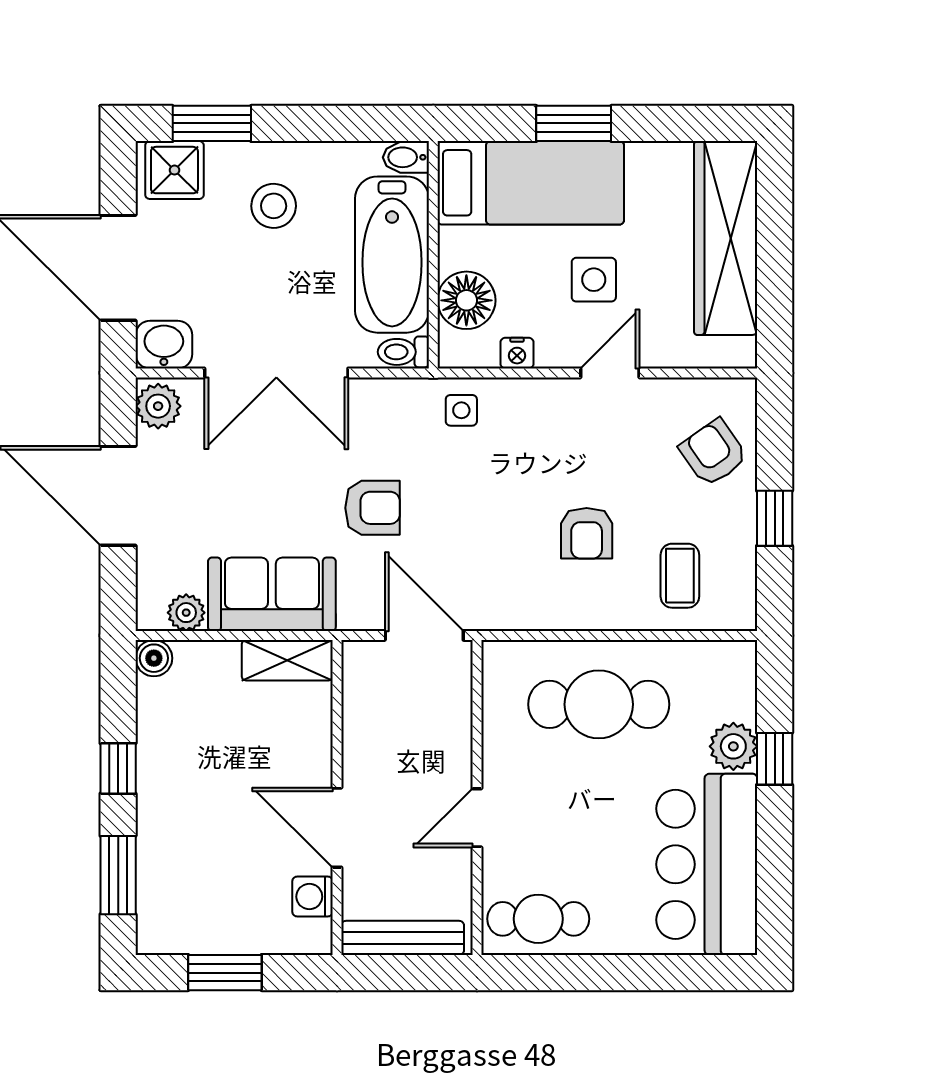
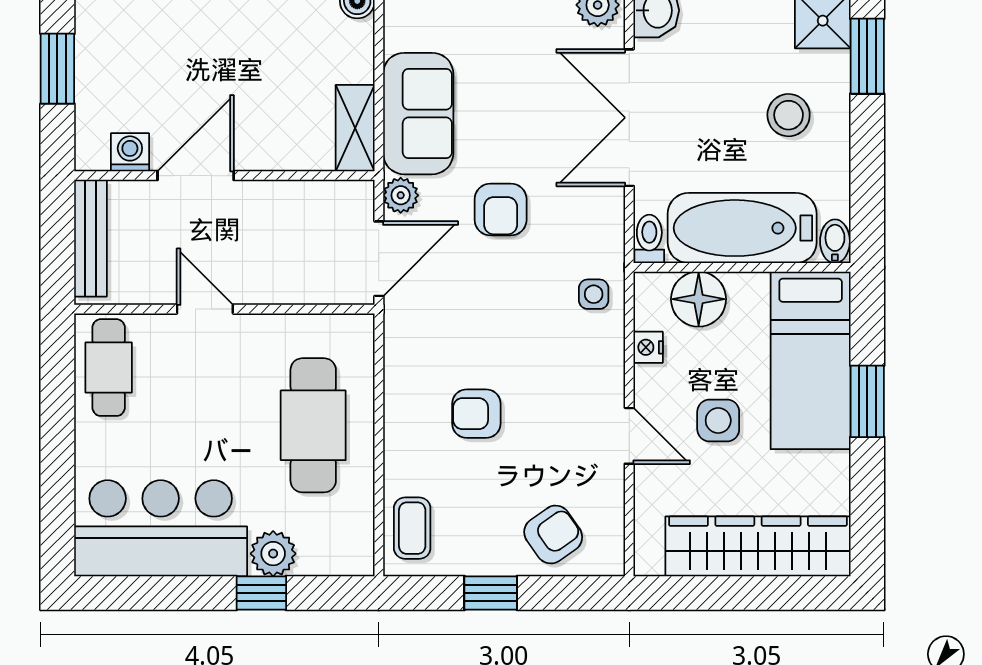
coffee table: (680, 576) -> (412, 528), moved, turned 90
plant: (186, 613) -> (401, 195), moved

